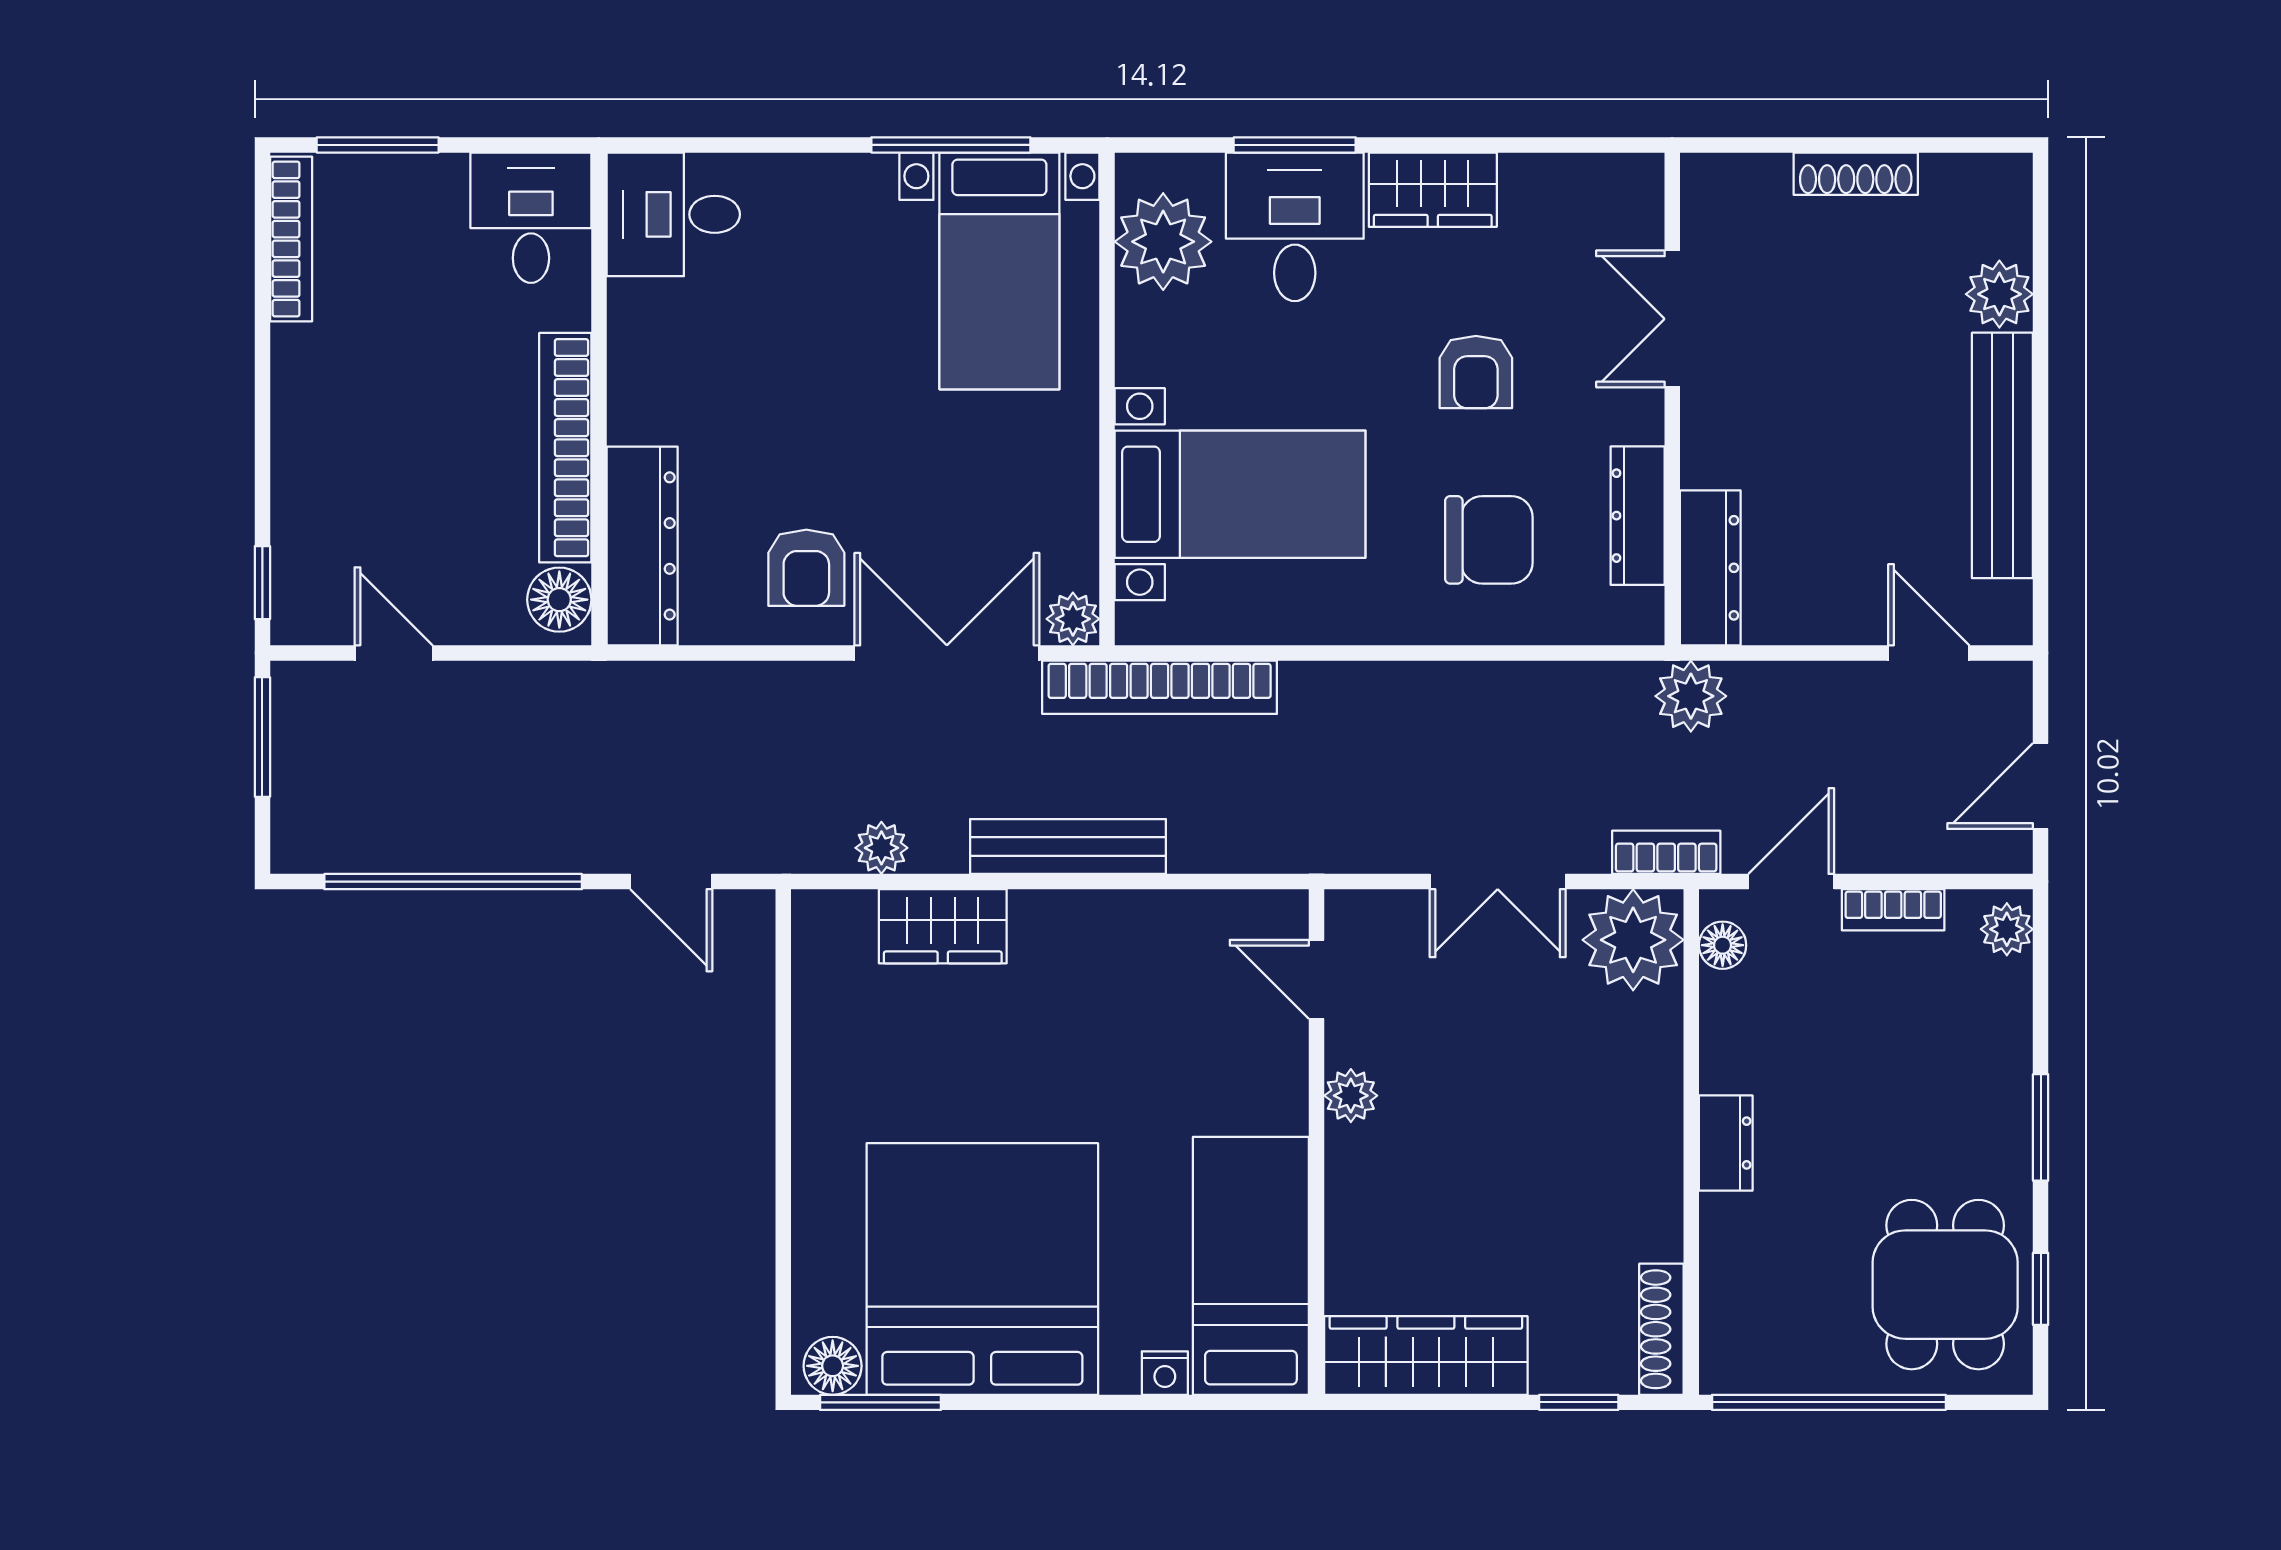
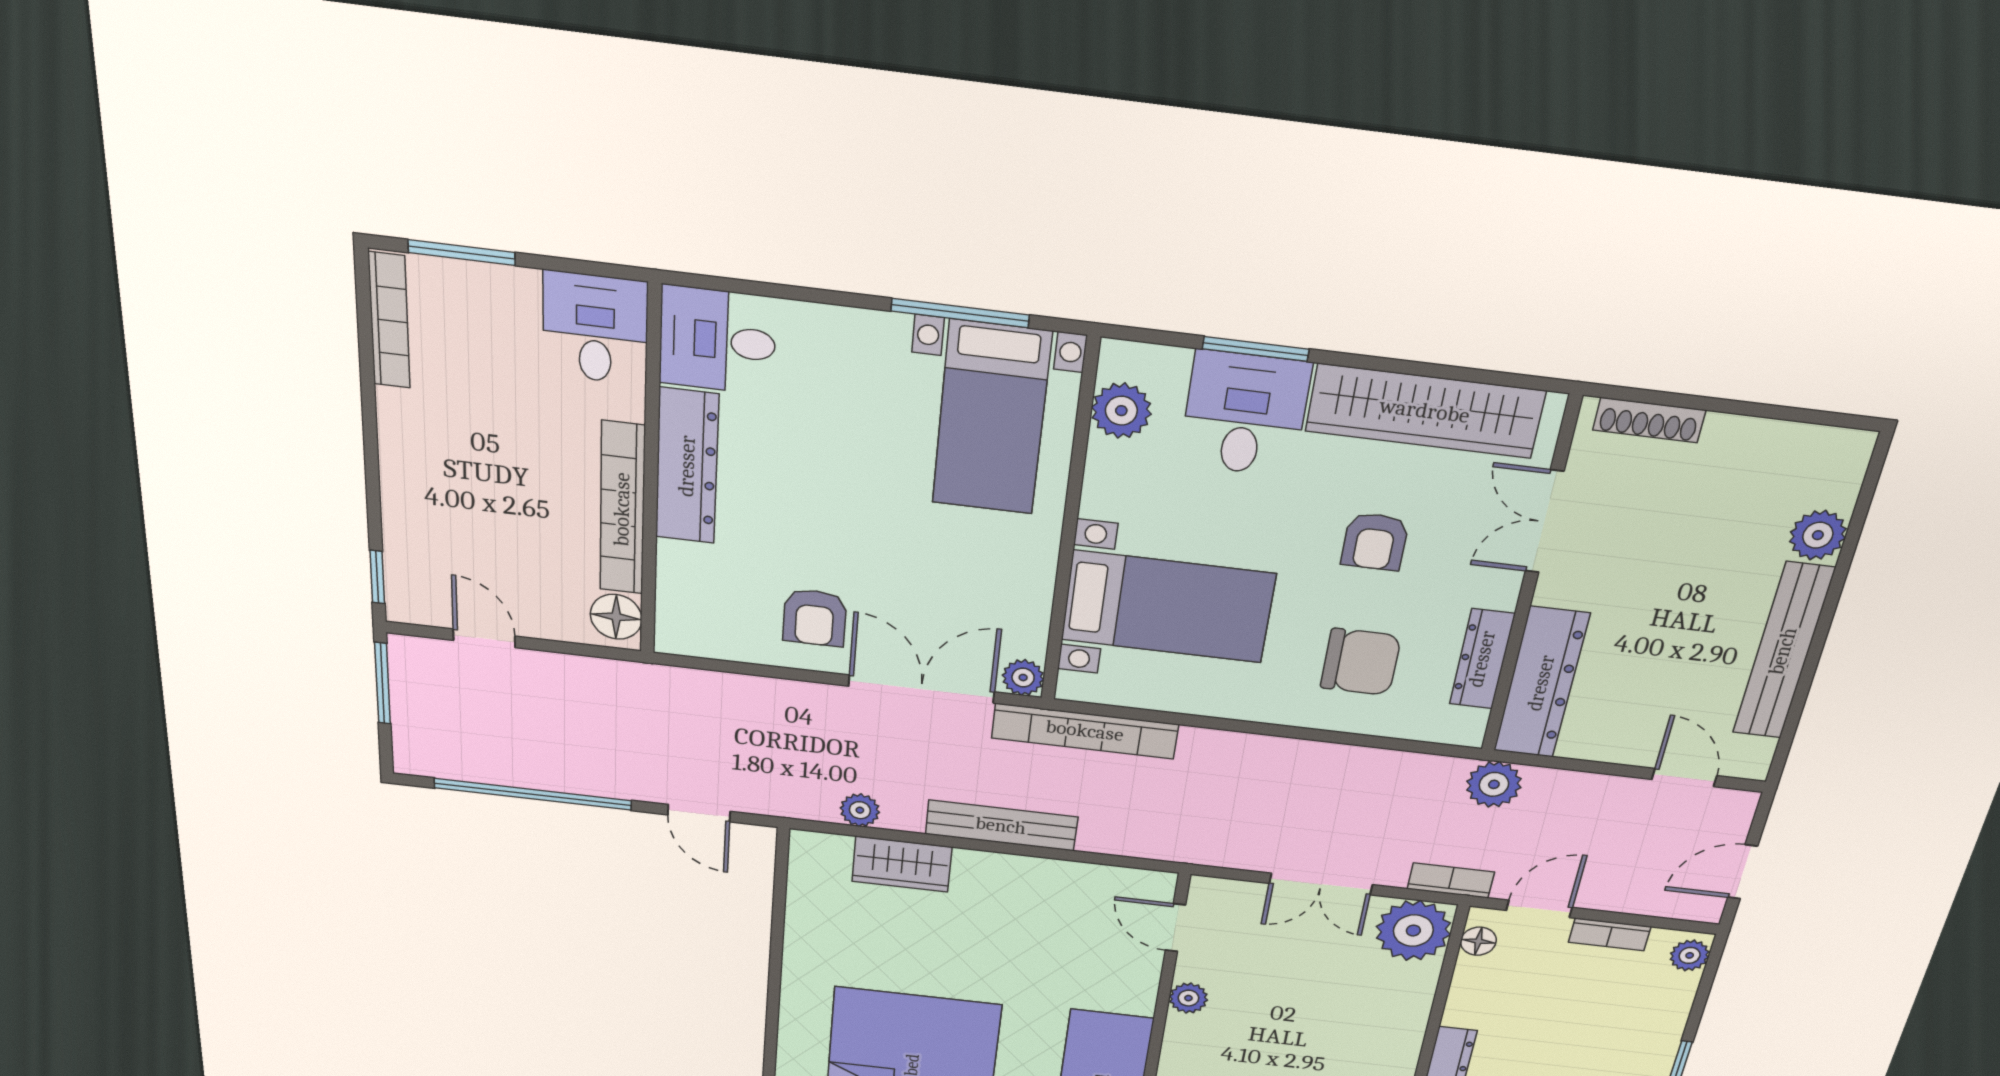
shoe rack: (1856, 174) -> (1649, 420), moved
wardrobe: (1433, 190) -> (1425, 411), width x2.10, depth x1.17
plant: (1163, 242) -> (1121, 411), width x0.73, depth x0.73
dresser: (642, 546) -> (687, 466), moved
dresser: (1710, 568) -> (1541, 683), width x1.37, depth x1.24

